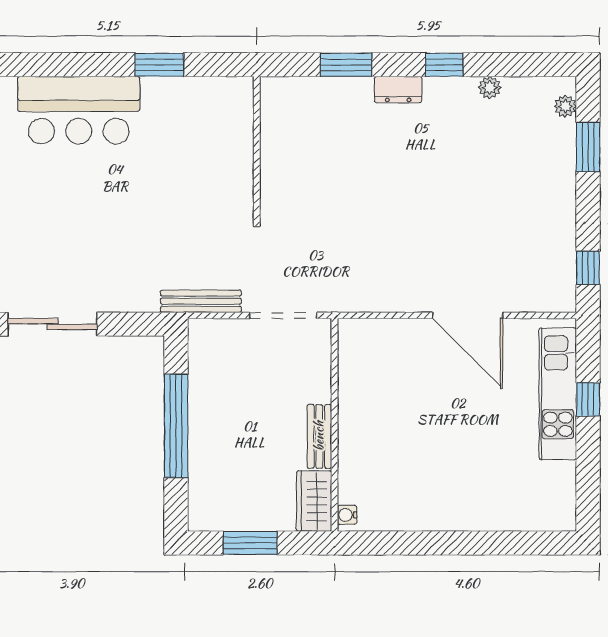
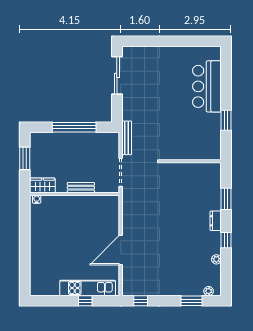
bench: (319, 436) -> (81, 188), moved

